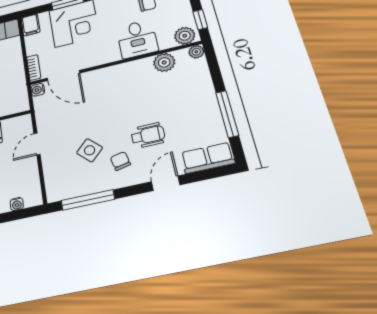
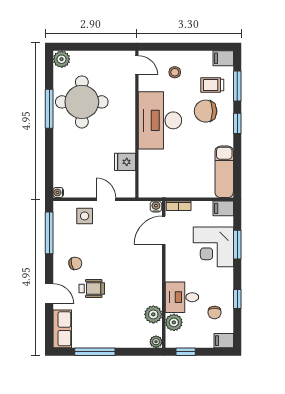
plant: (185, 36) -> (174, 322), moved
wheelchair: (148, 135) -> (92, 289), turned -90
side table: (90, 150) -> (85, 216), moved, turned 45
water cooler: (17, 204) -> (58, 192), moved

